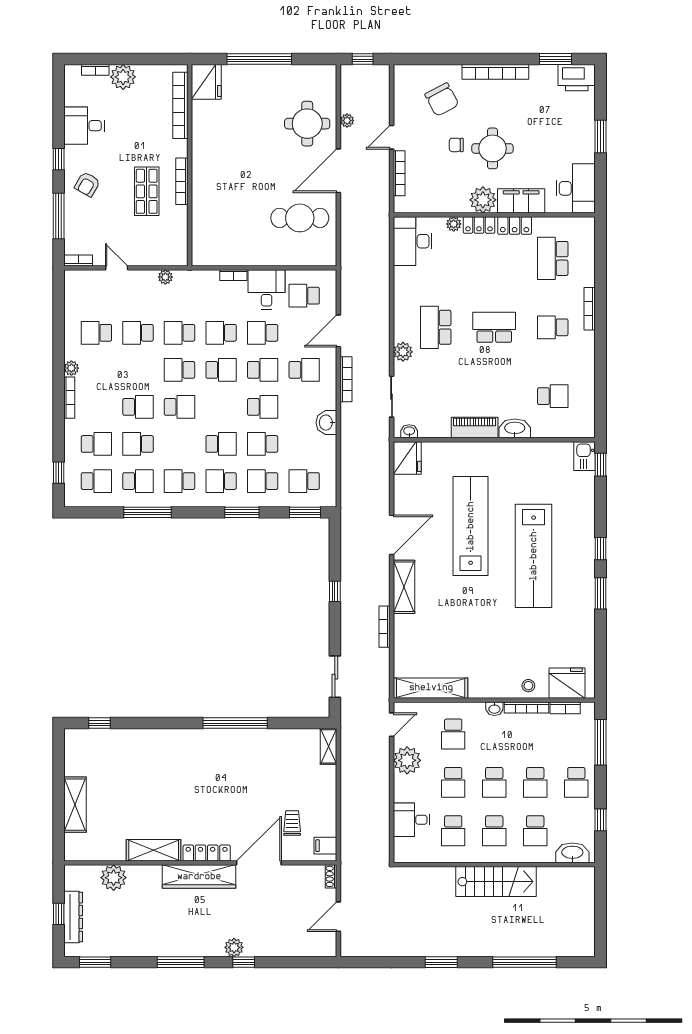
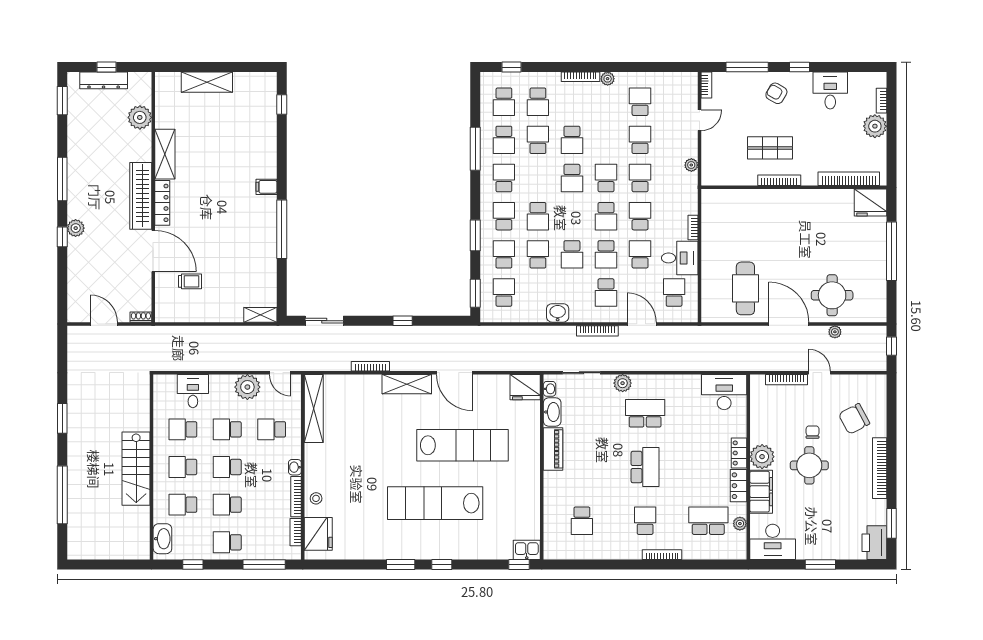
plant: (454, 224) -> (740, 524), moved
washbasin: (515, 428) -> (552, 412), moved
filing cabinet: (325, 846) -> (266, 187), moved, turned -90

